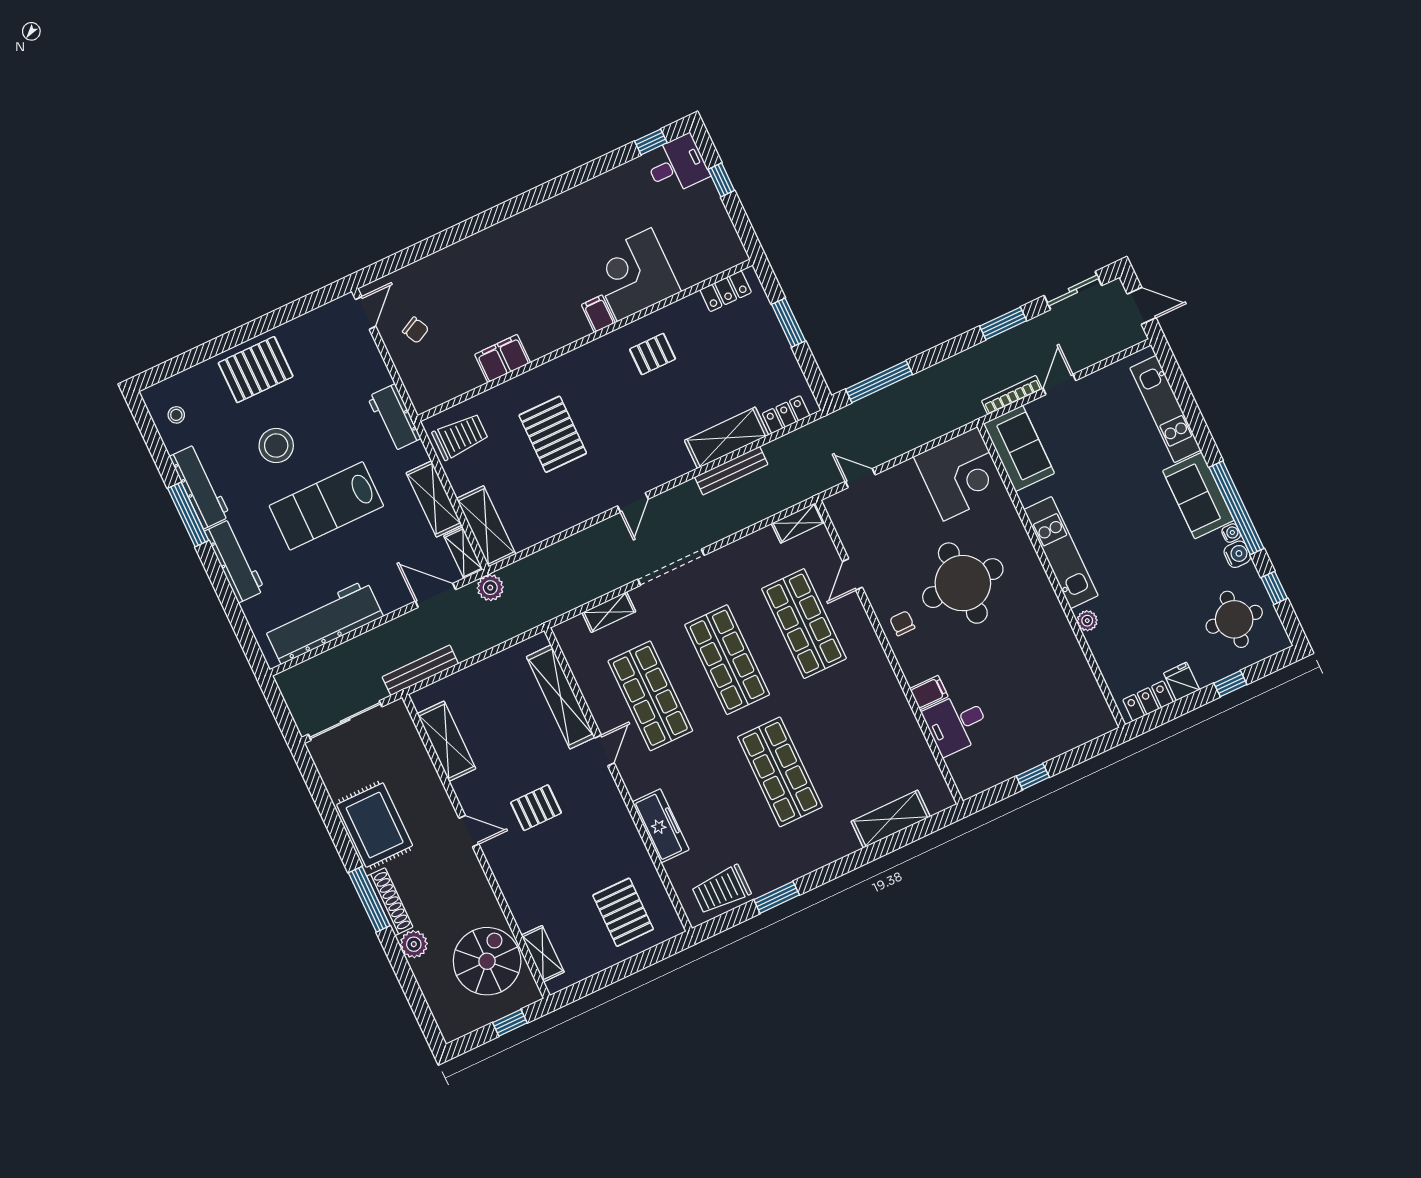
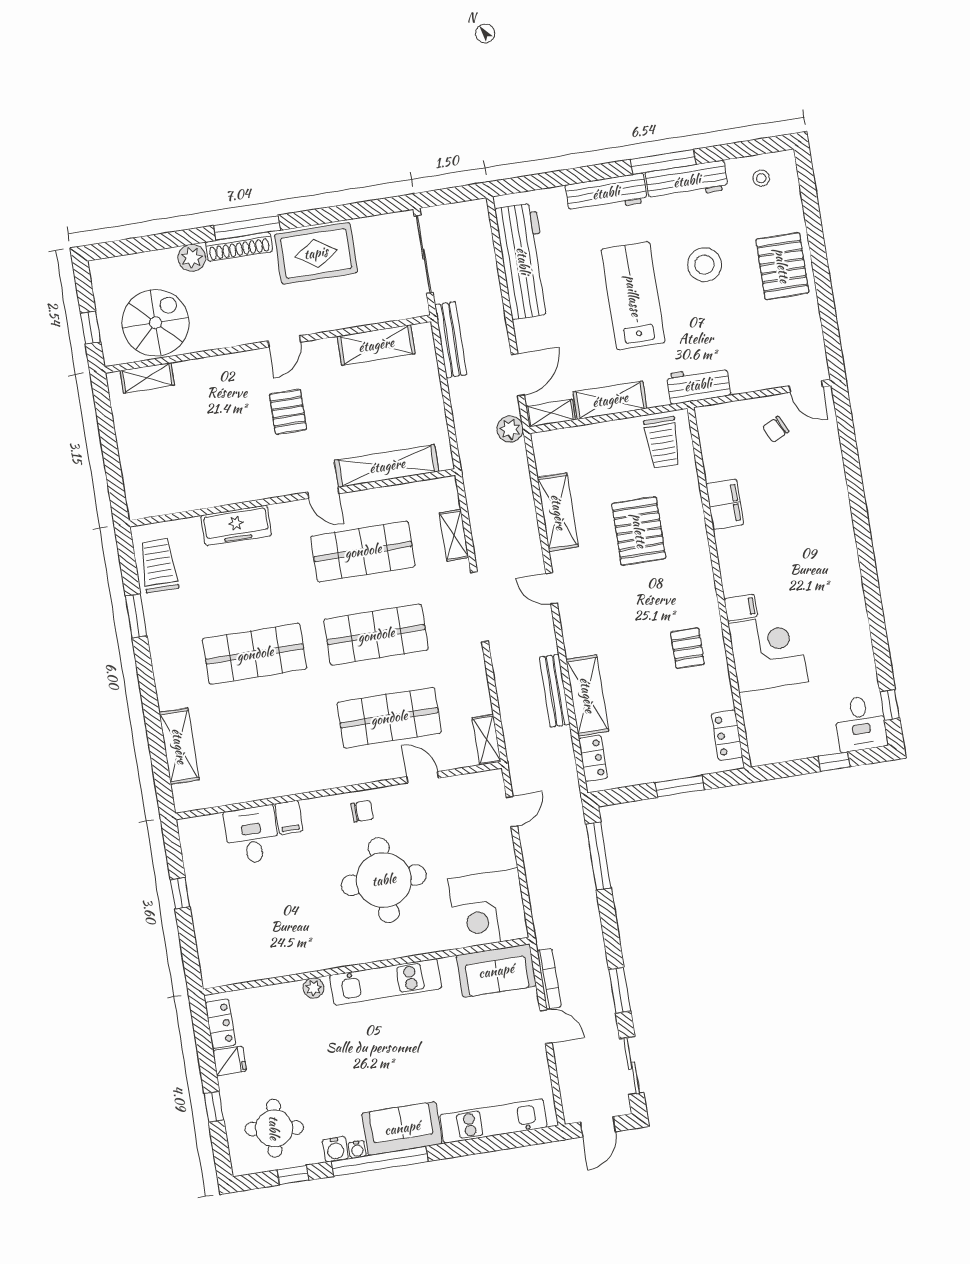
pallet: (553, 434) -> (639, 531), turned 90
shelving: (486, 526) -> (558, 512), moved, turned 90
pallet: (623, 912) -> (164, 466), removed
spiral stairs: (487, 961) -> (155, 323), turned -90

